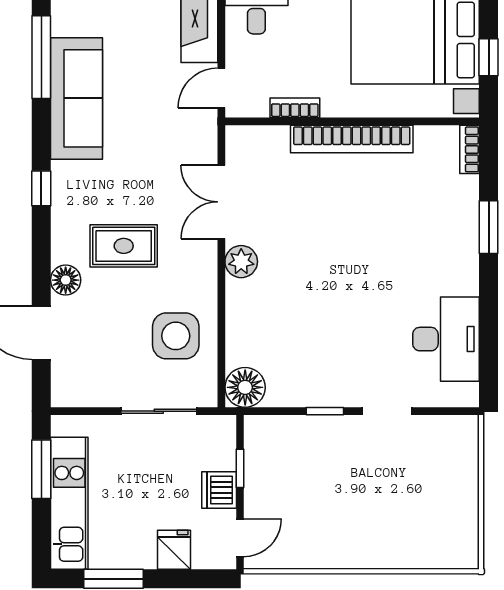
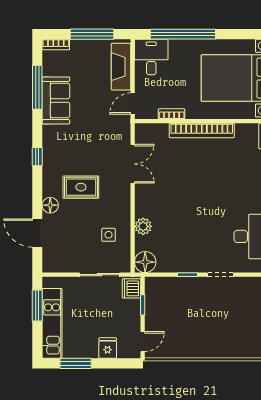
sofa: (76, 98) -> (56, 100), width x0.73
double door: (221, 202) -> (133, 164), swing flipped
plant: (241, 262) -> (143, 226), moved
side table: (176, 336) -> (109, 235), width x0.54, depth x0.54
dishwasher: (219, 490) -> (131, 288), moved

